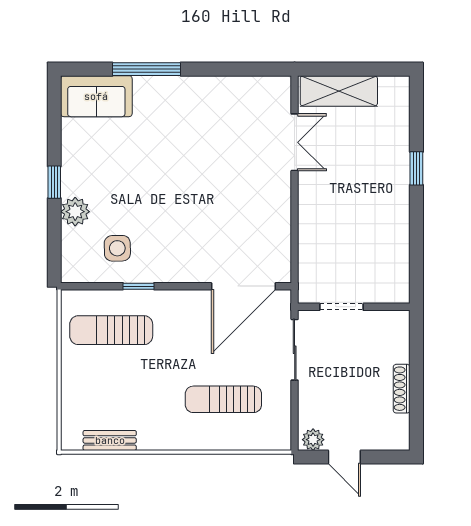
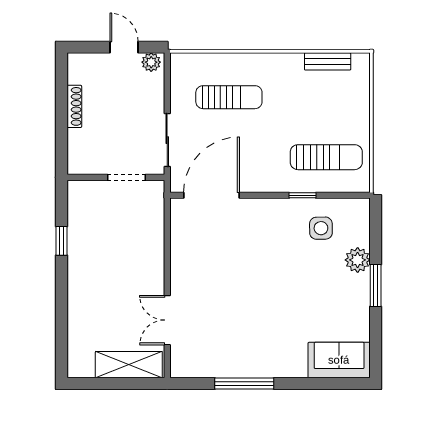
window: (146, 69) -> (244, 384), moved
window: (416, 168) -> (62, 241), moved
window: (54, 182) -> (376, 286), width x1.50

